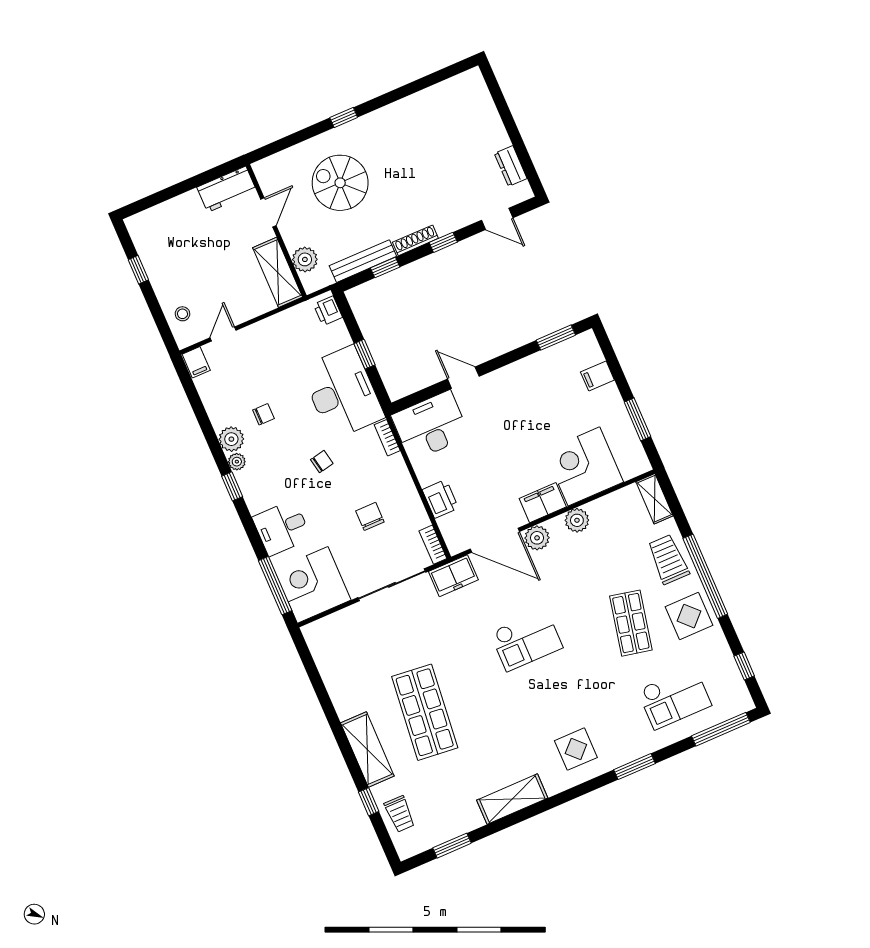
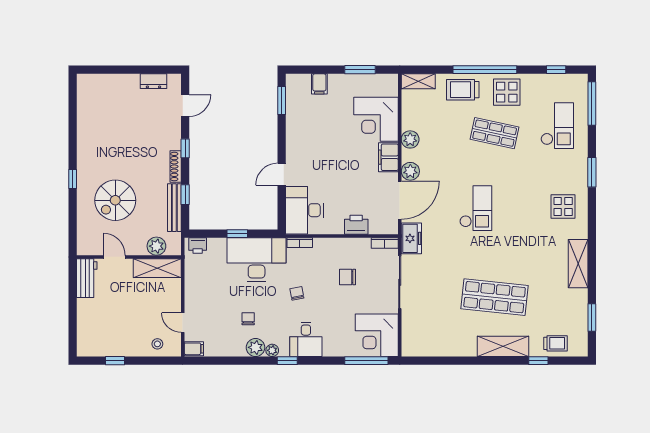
desk: (282, 528) -> (306, 339), moved

